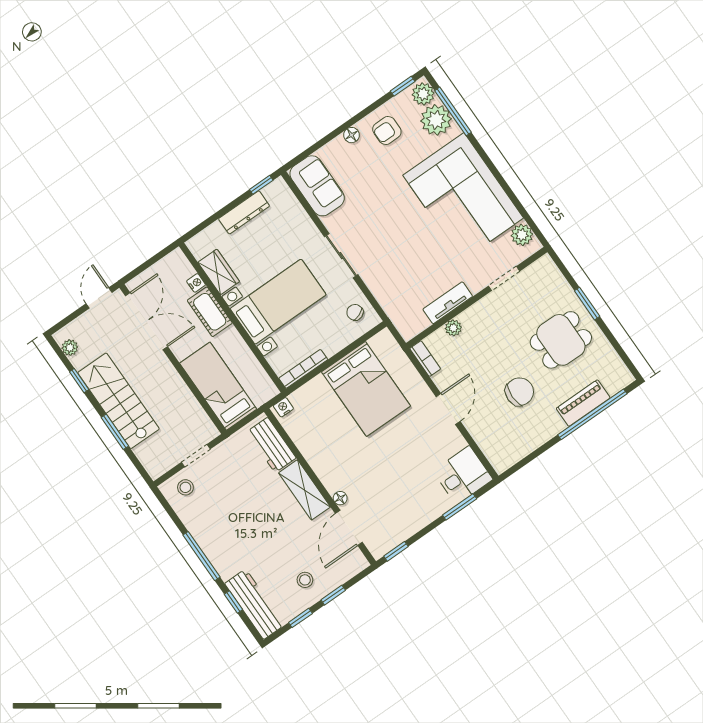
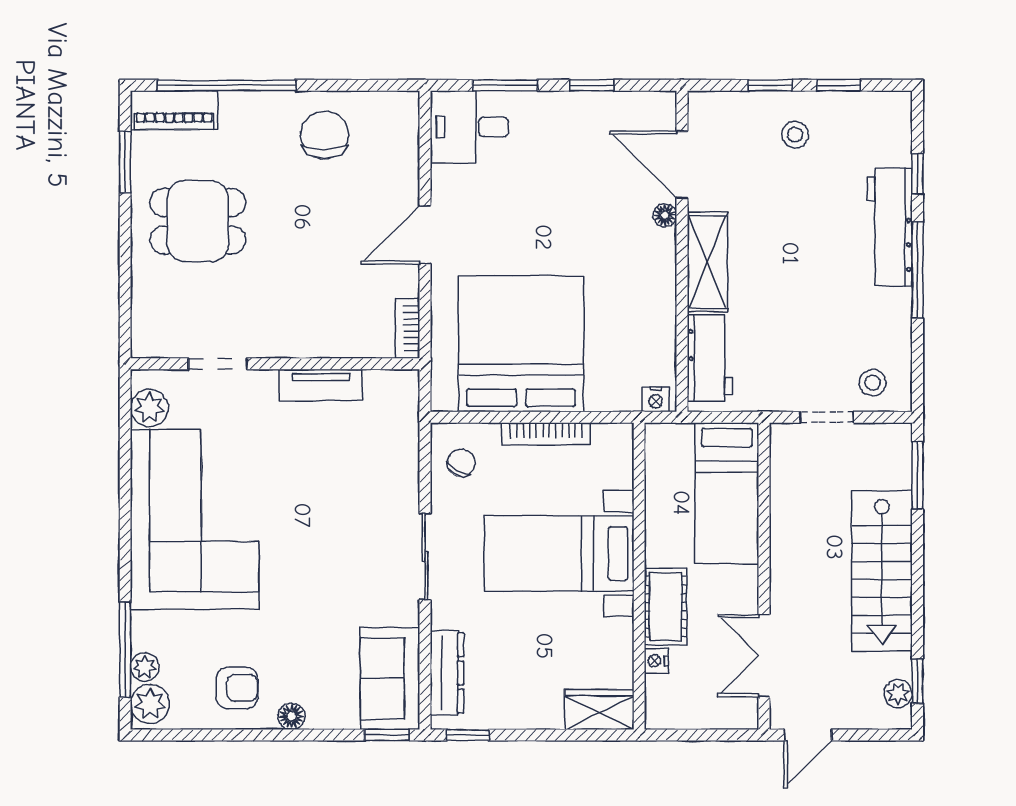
window: (403, 86) -> (387, 735), moved
plant: (436, 120) -> (145, 667), width x0.53, depth x0.53
dresser: (244, 212) -> (447, 673), moved, turned 90
wardrobe: (219, 272) -> (599, 710), moved, turned 90
window: (587, 304) -> (125, 162), moved
chair: (355, 312) -> (461, 463), turned -129
double door: (146, 321) -> (764, 656), width x0.73
plant: (453, 328) -> (338, 344), removed
bookcase: (303, 369) -> (546, 434), moved
window: (79, 381) -> (918, 681), moved
bed: (366, 389) -> (521, 344), width x1.36
chair: (519, 392) -> (324, 135), moved, turned 90
piano: (583, 403) -> (174, 110), moved
window: (115, 432) -> (918, 475), moved
door: (349, 528) -> (682, 165), swing flipped
window: (396, 551) -> (592, 85), moved
workbench: (255, 604) -> (890, 227), moved

